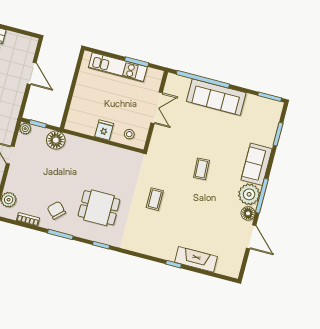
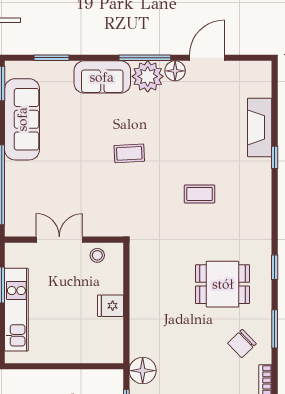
sofa: (216, 97) -> (22, 119), moved
stool: (129, 134) -> (97, 255), moved
coffee table: (155, 199) -> (199, 194), moved
dining table: (99, 208) -> (223, 284), turned 90

